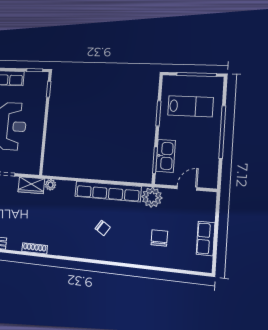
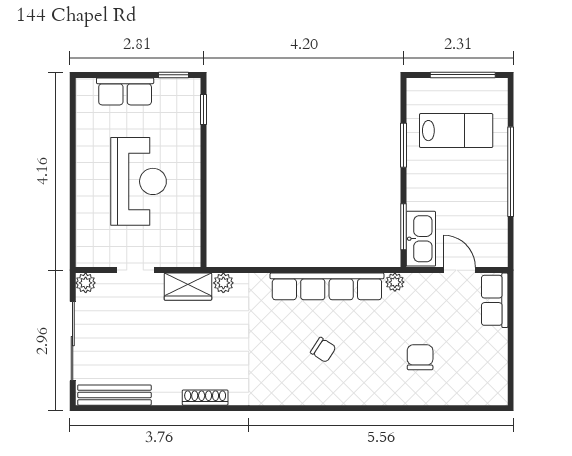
kitchen sink: (166, 156) -> (421, 239), moved
door: (187, 188) -> (460, 270), hinge flipped
plant: (152, 197) -> (395, 282), width x0.53, depth x0.53
row of seats: (206, 239) -> (495, 300), moved

